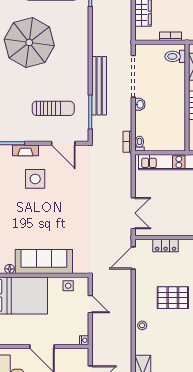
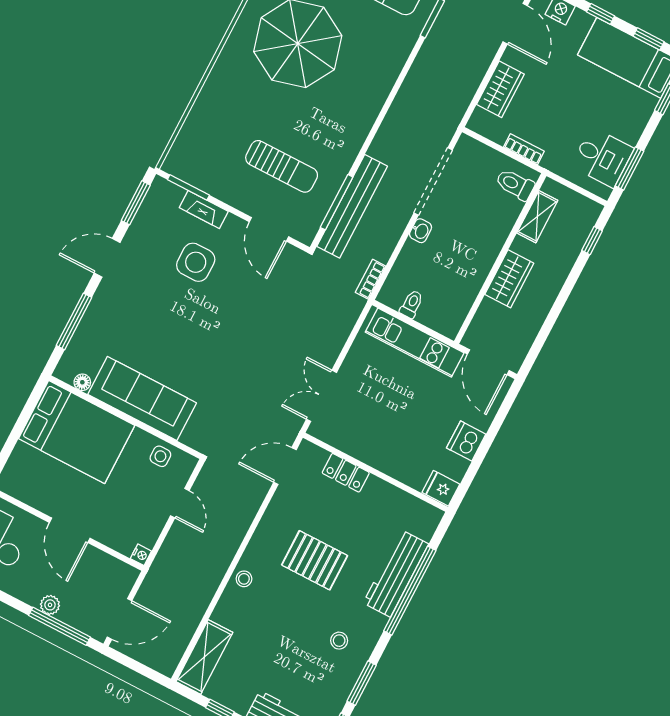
bench: (99, 86) -> (352, 206), moved
toilet: (139, 144) -> (412, 304), moved
double door: (133, 213) -> (321, 396), swing flipped

